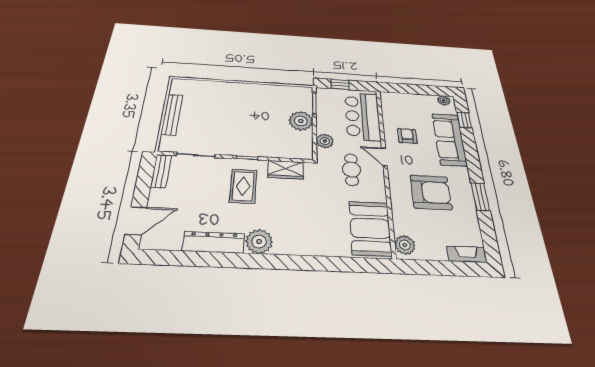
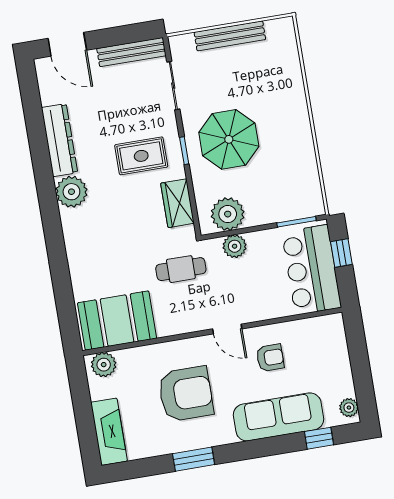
bar counter: (363, 116) -> (312, 270), moved, turned -90
plant: (301, 121) -> (228, 214), moved
parasol: (247, 130) -> (229, 139), added
door: (384, 157) -> (227, 329), swing flipped
cafe table: (352, 170) -> (181, 269), moved
bench: (161, 171) -> (131, 52), width x1.36
armchair: (431, 192) -> (186, 394), turned -90
fireplace: (467, 254) -> (109, 432), width x1.37, depth x1.32

